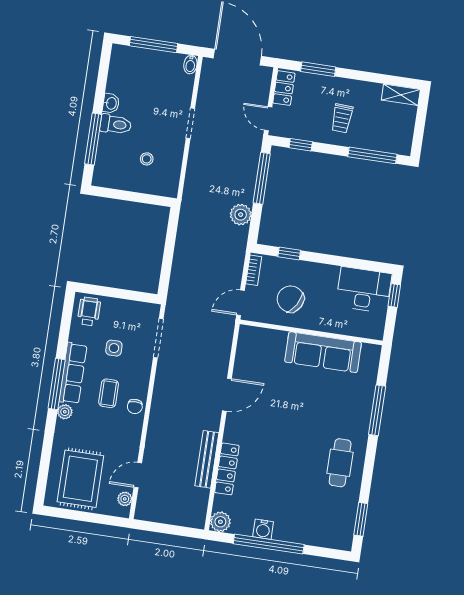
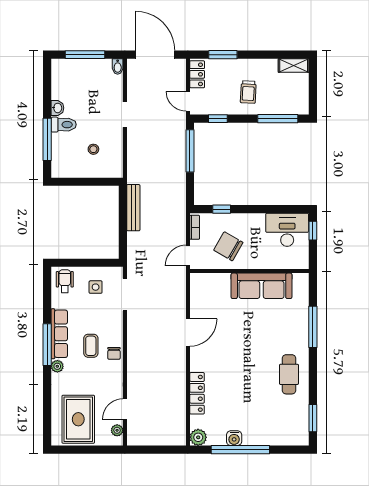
plant: (241, 215) -> (177, 183), removed
side table: (114, 348) -> (96, 287), moved
bench: (207, 459) -> (133, 208), moved

